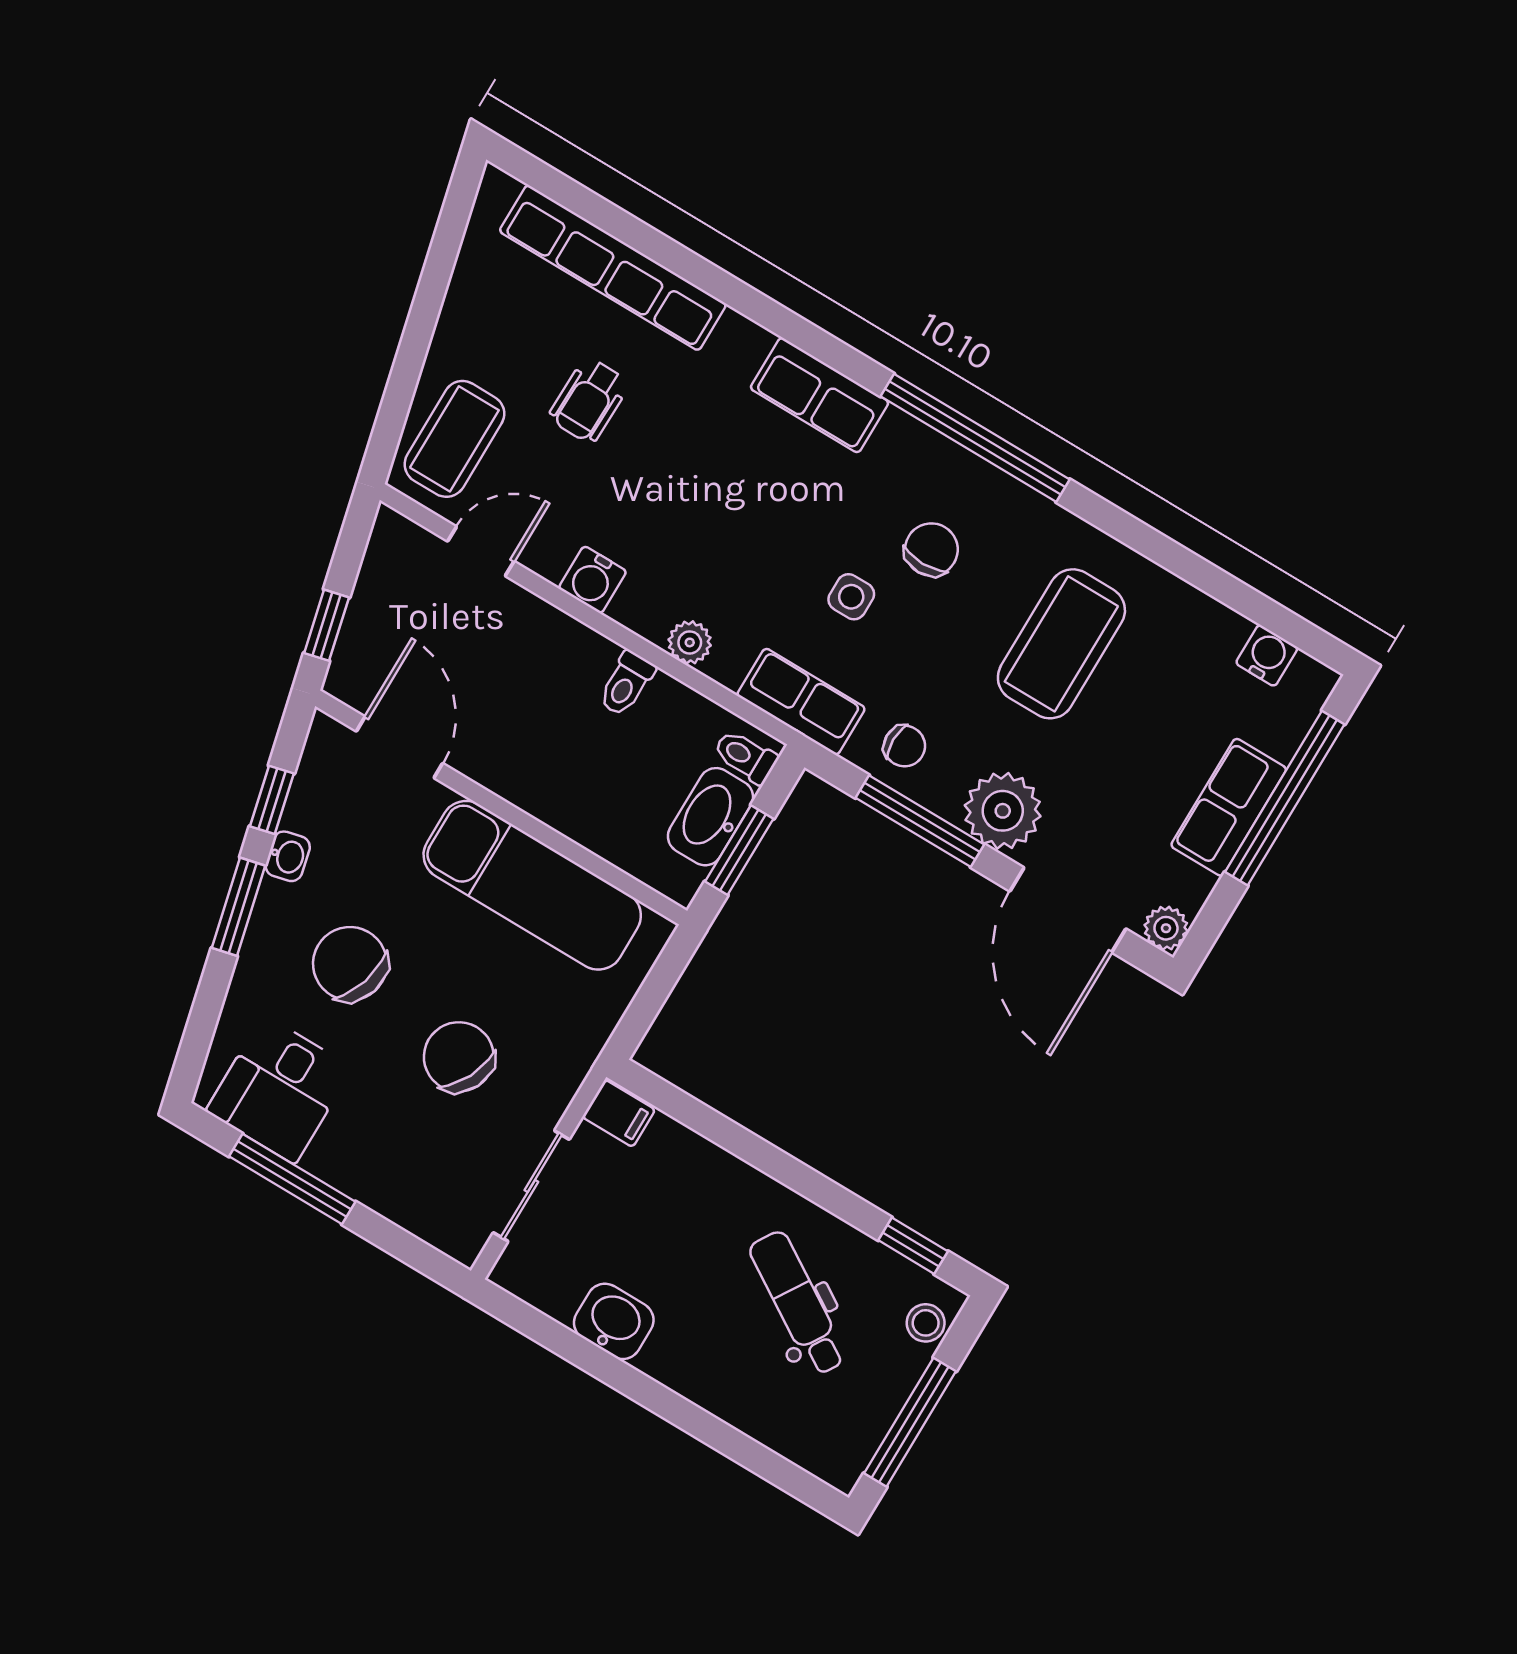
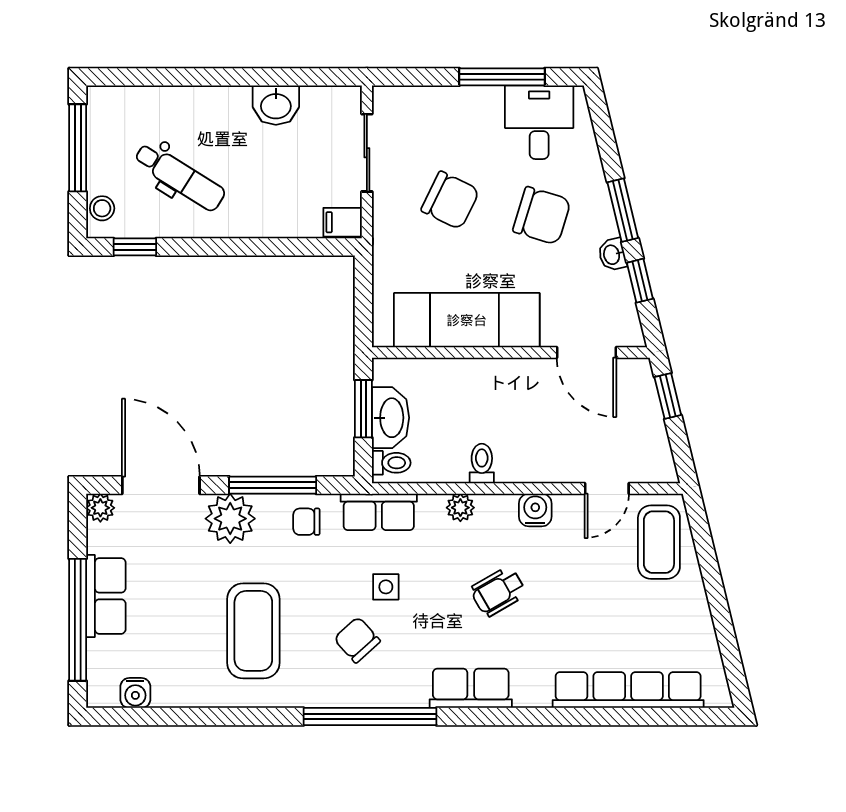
wheelchair: (589, 400) -> (498, 592), moved, turned -121
chair: (931, 550) -> (357, 640), turned 138

